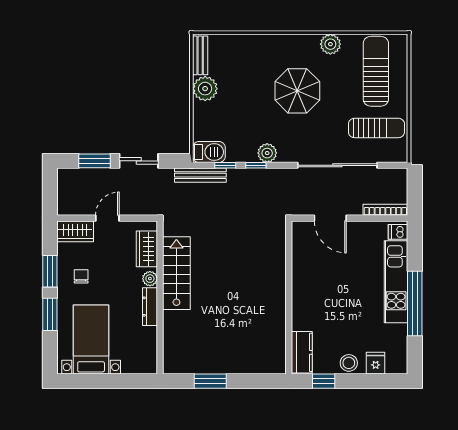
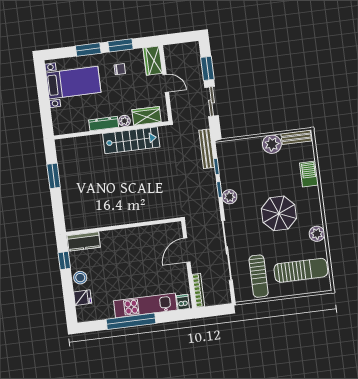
barbecue: (209, 152) -> (309, 174), moved, turned 180

